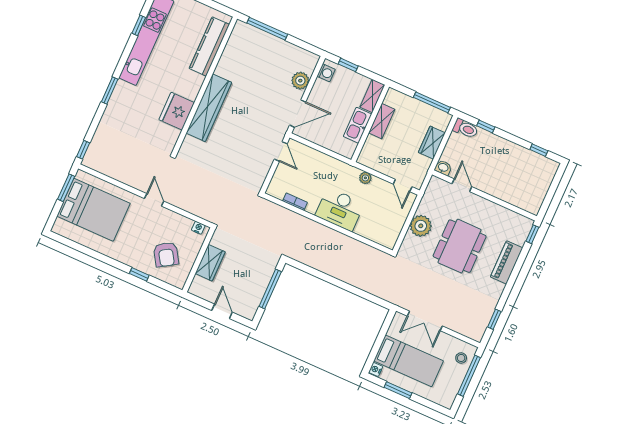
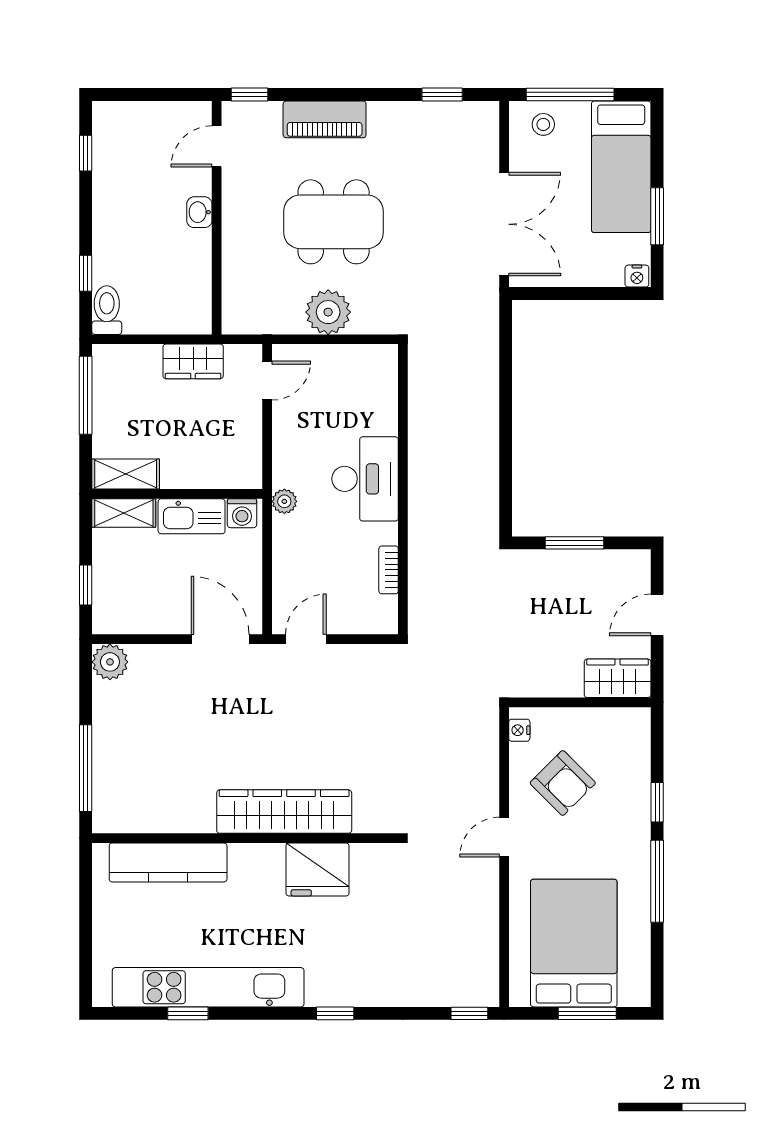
washing machine: (326, 73) -> (242, 513), moved, turned 180
plant: (300, 81) -> (110, 662), moved
window: (110, 90) -> (335, 1013), width x0.67
shelving: (382, 121) -> (126, 474), moved
wardrobe: (432, 143) -> (193, 361), moved
washbasin: (443, 168) -> (199, 212), moved
plant: (365, 178) -> (284, 501), moved
door: (462, 185) -> (217, 146), moved
window: (66, 188) -> (587, 1013), moved
armchair: (166, 254) -> (563, 783), moved, turned 77
window: (104, 259) -> (657, 881), added
wardrobe: (210, 263) -> (618, 678), moved
window: (270, 289) -> (574, 543), width x0.69
double door: (425, 321) -> (504, 224), width x1.37
bed: (409, 361) -> (621, 167), moved, turned 180

